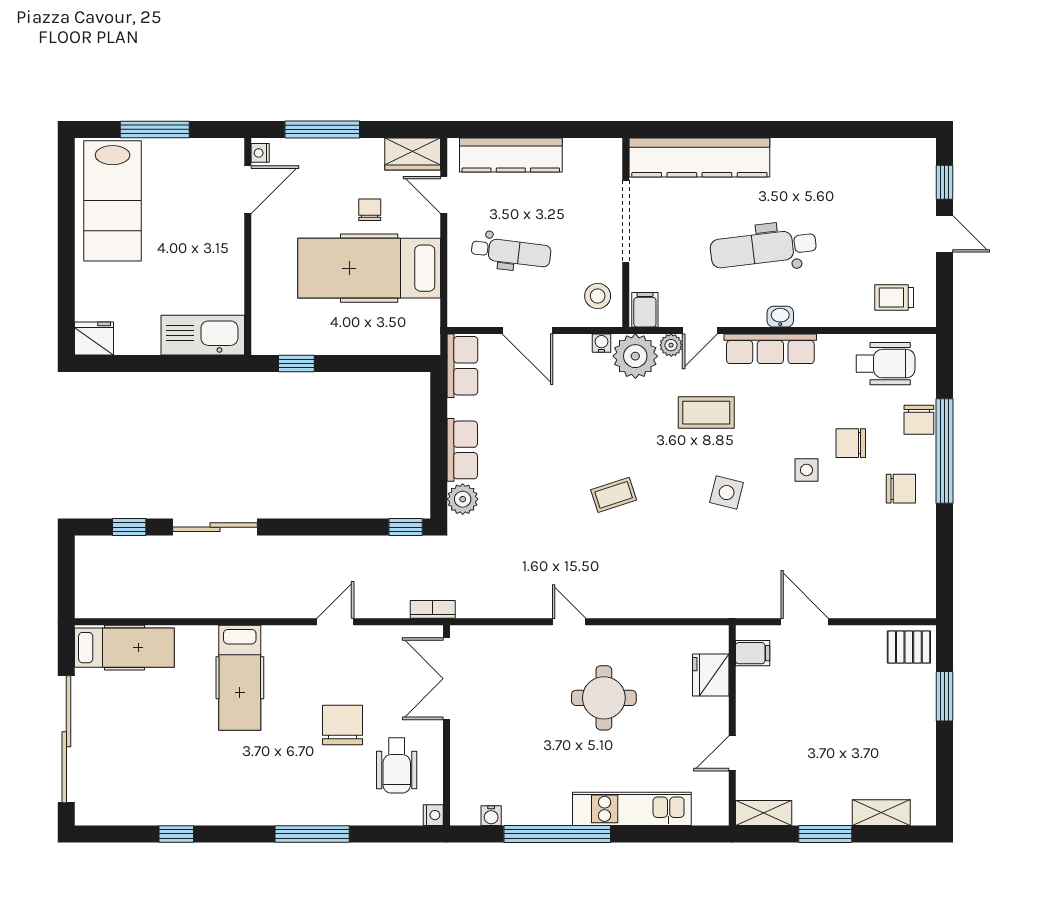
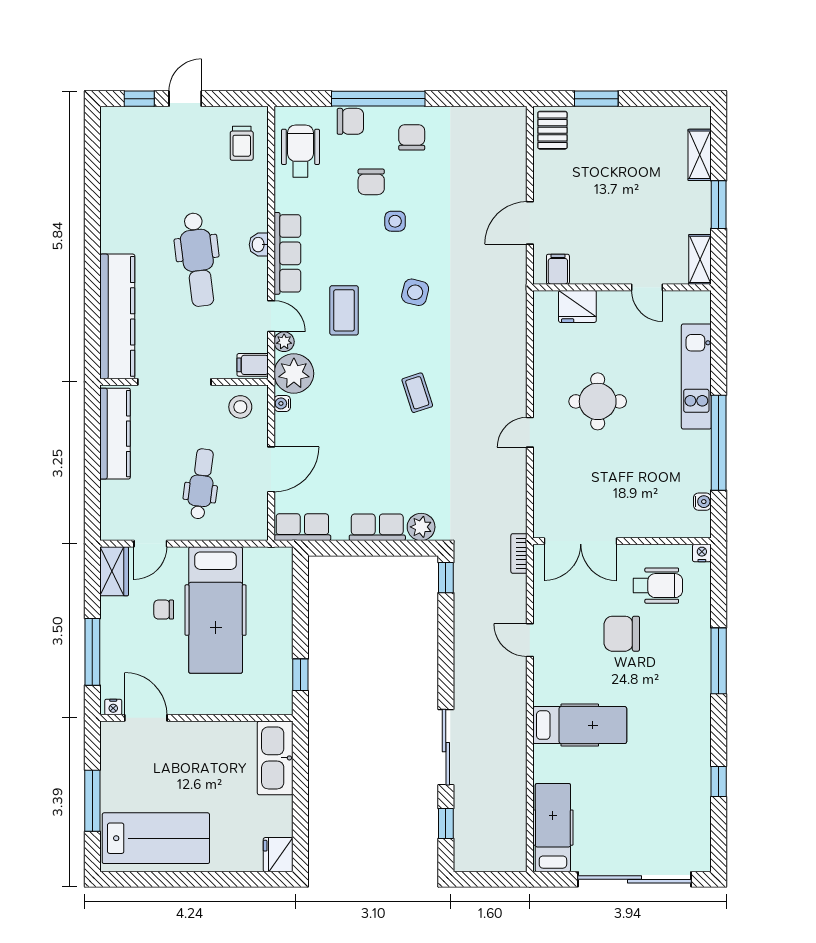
kitchen counter: (511, 155) -> (115, 434), moved

